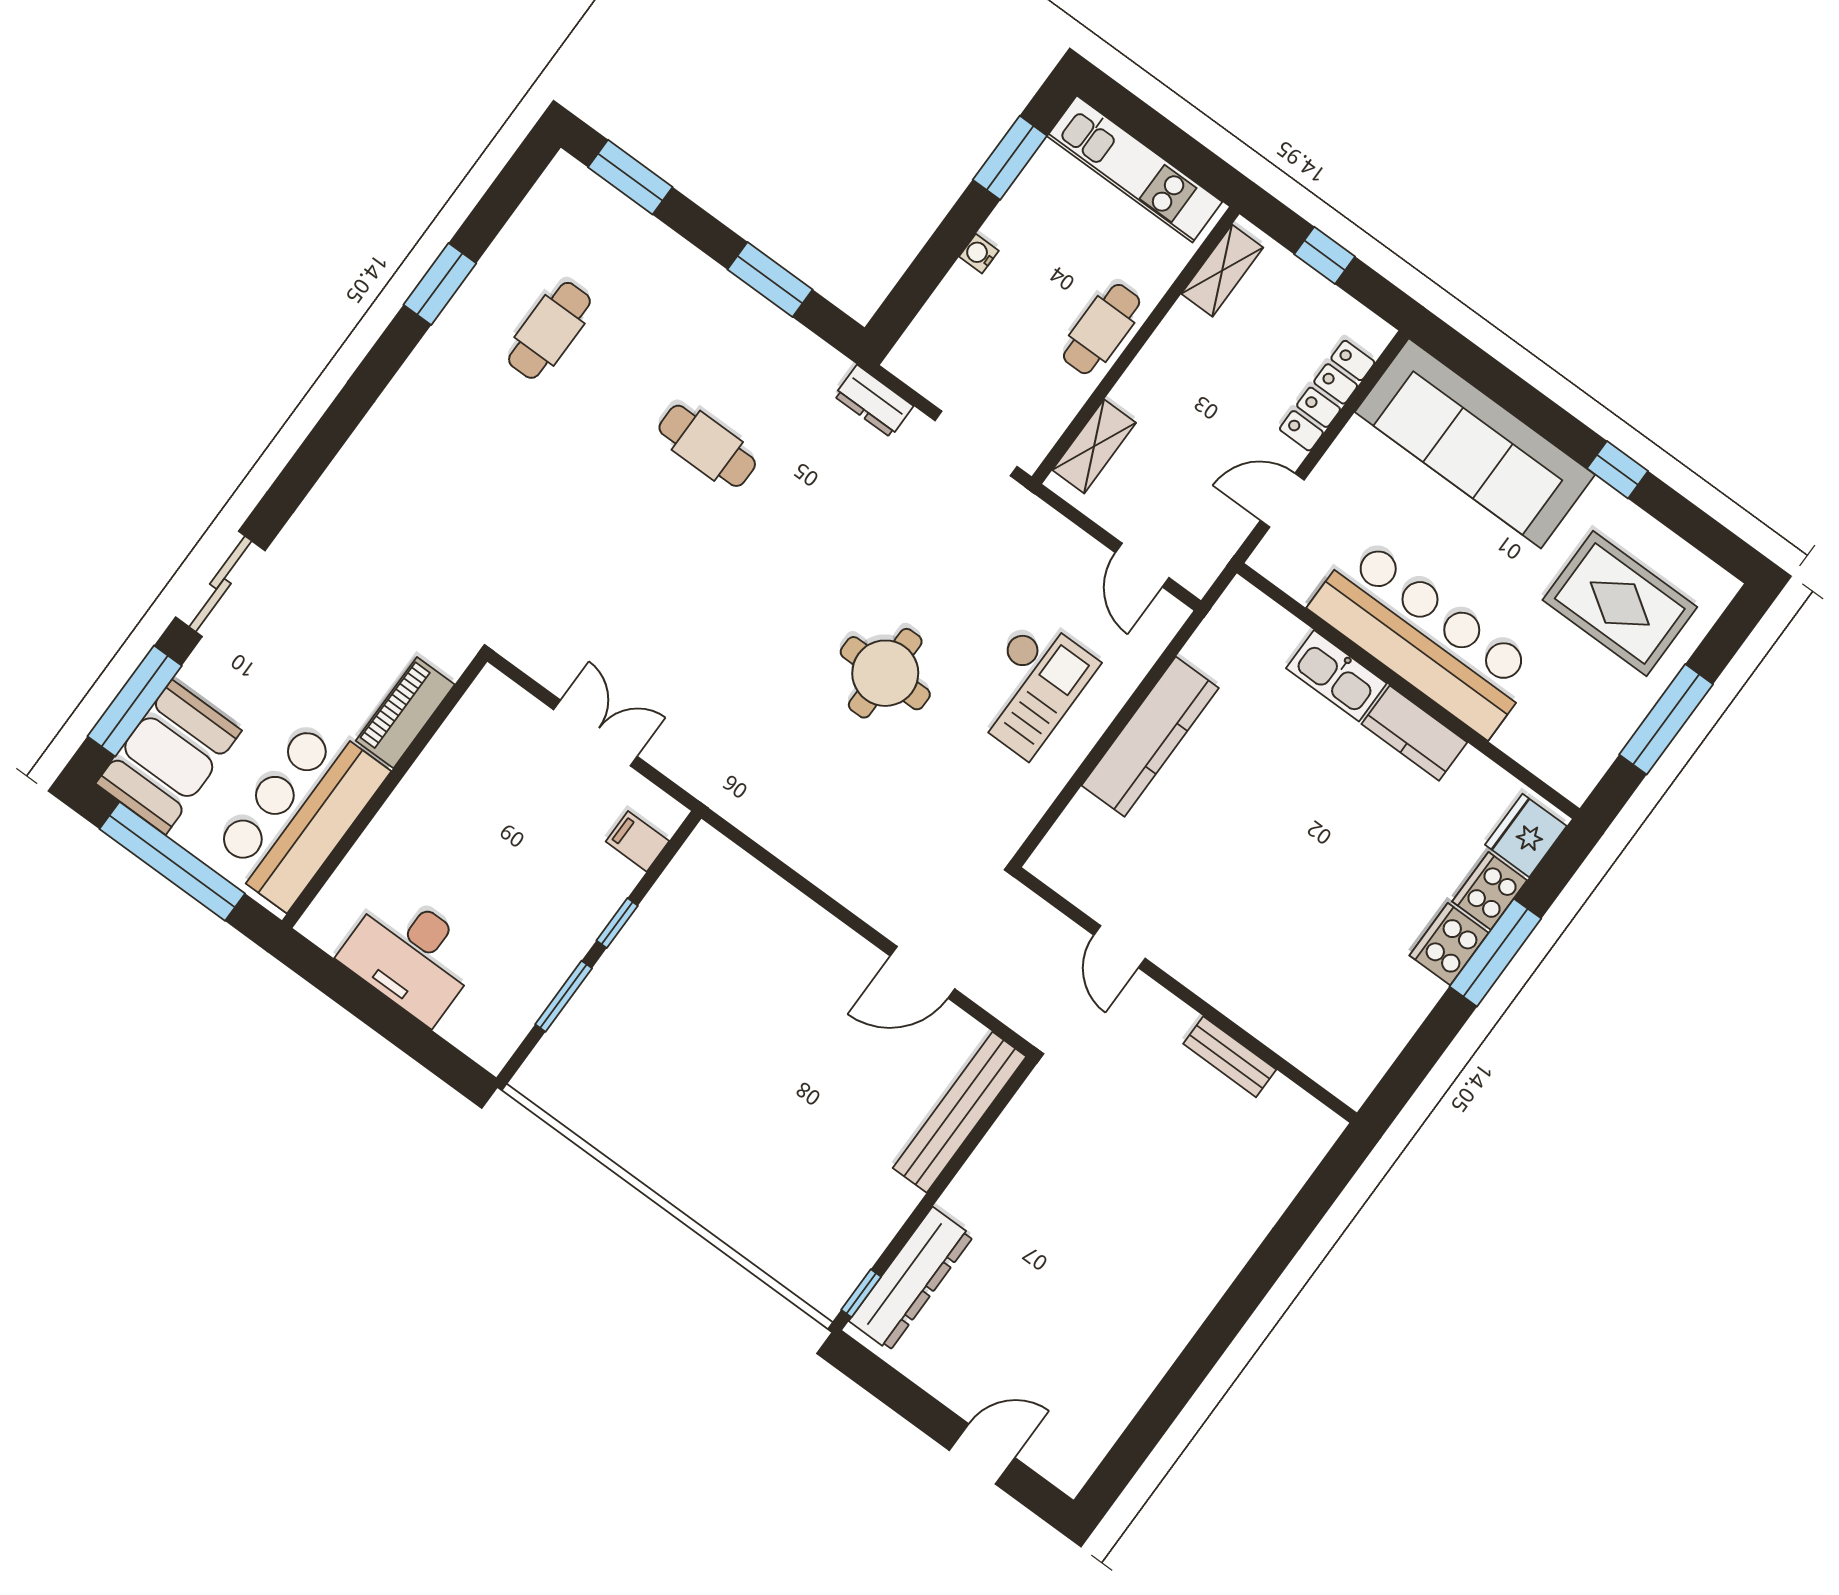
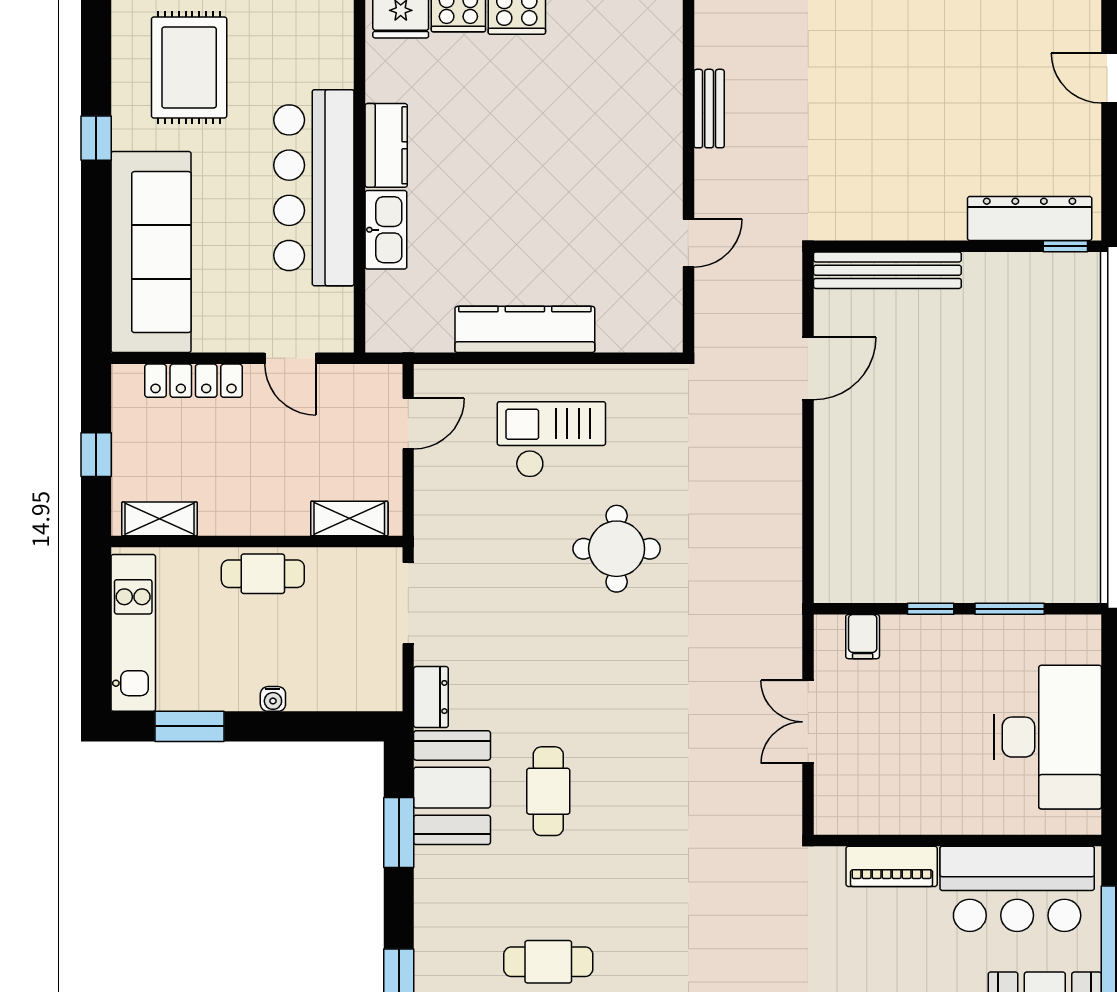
booth: (776, 359) -> (452, 788), added
desk: (411, 956) -> (1048, 737), width x1.36, depth x1.30
door: (922, 972) -> (808, 368), hinge flipped

